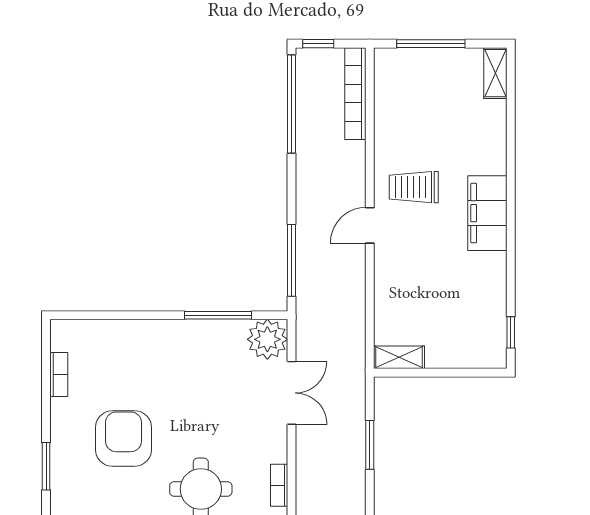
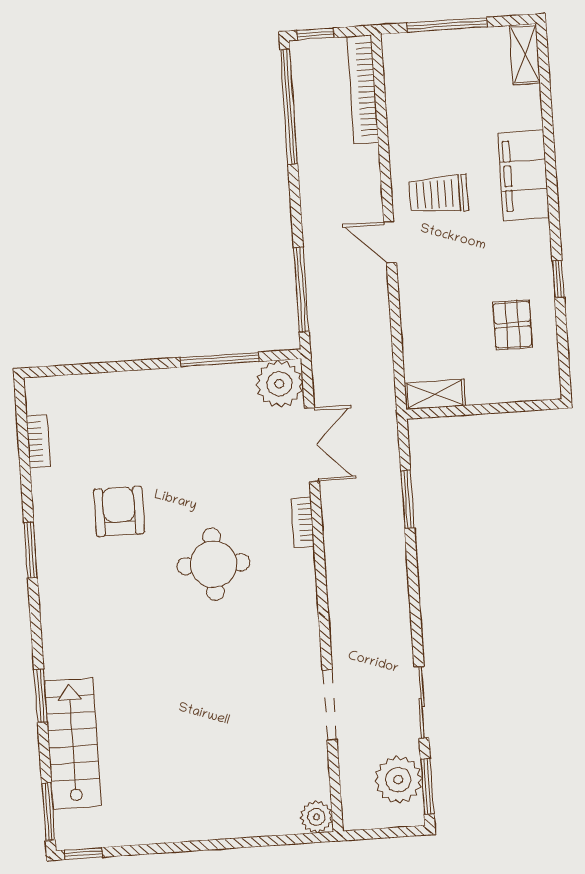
filing cabinet: (487, 213) -> (524, 175), moved
door: (370, 225) -> (390, 242), hinge flipped
pallet: (469, 303) -> (513, 325), added
window: (511, 332) -> (558, 279), moved
armchair: (123, 439) -> (119, 511), width x0.73, depth x0.73
bookcase: (279, 485) -> (303, 522), moved

